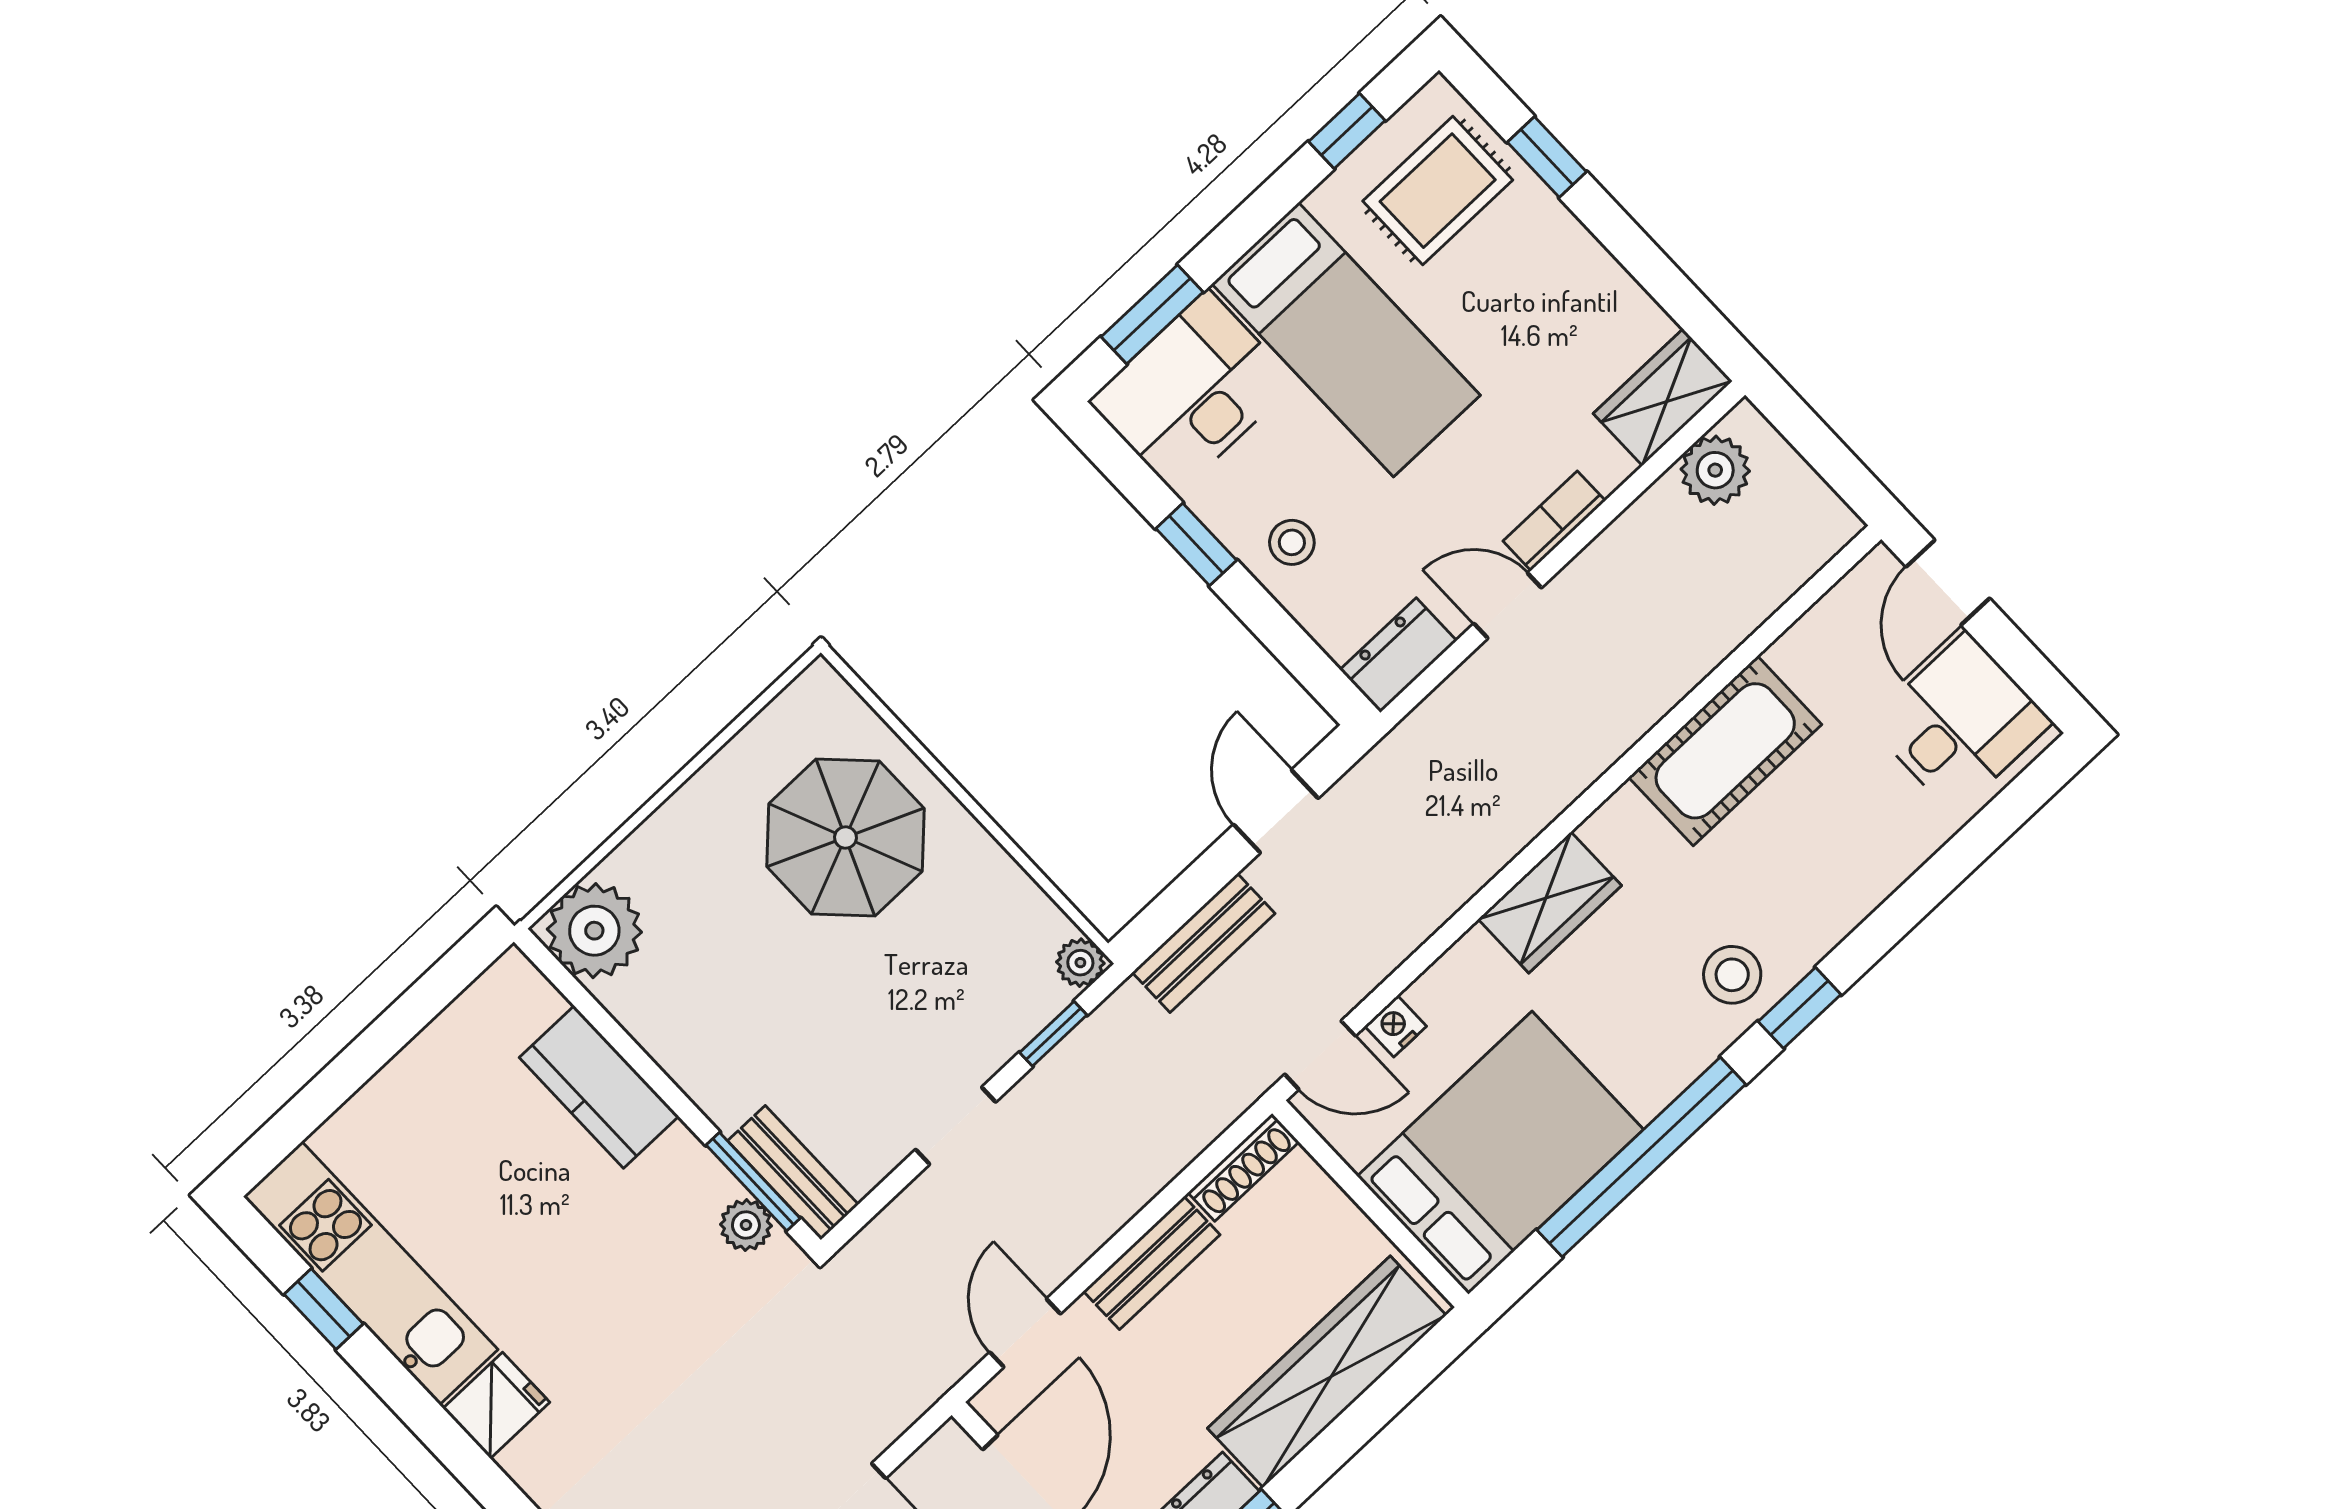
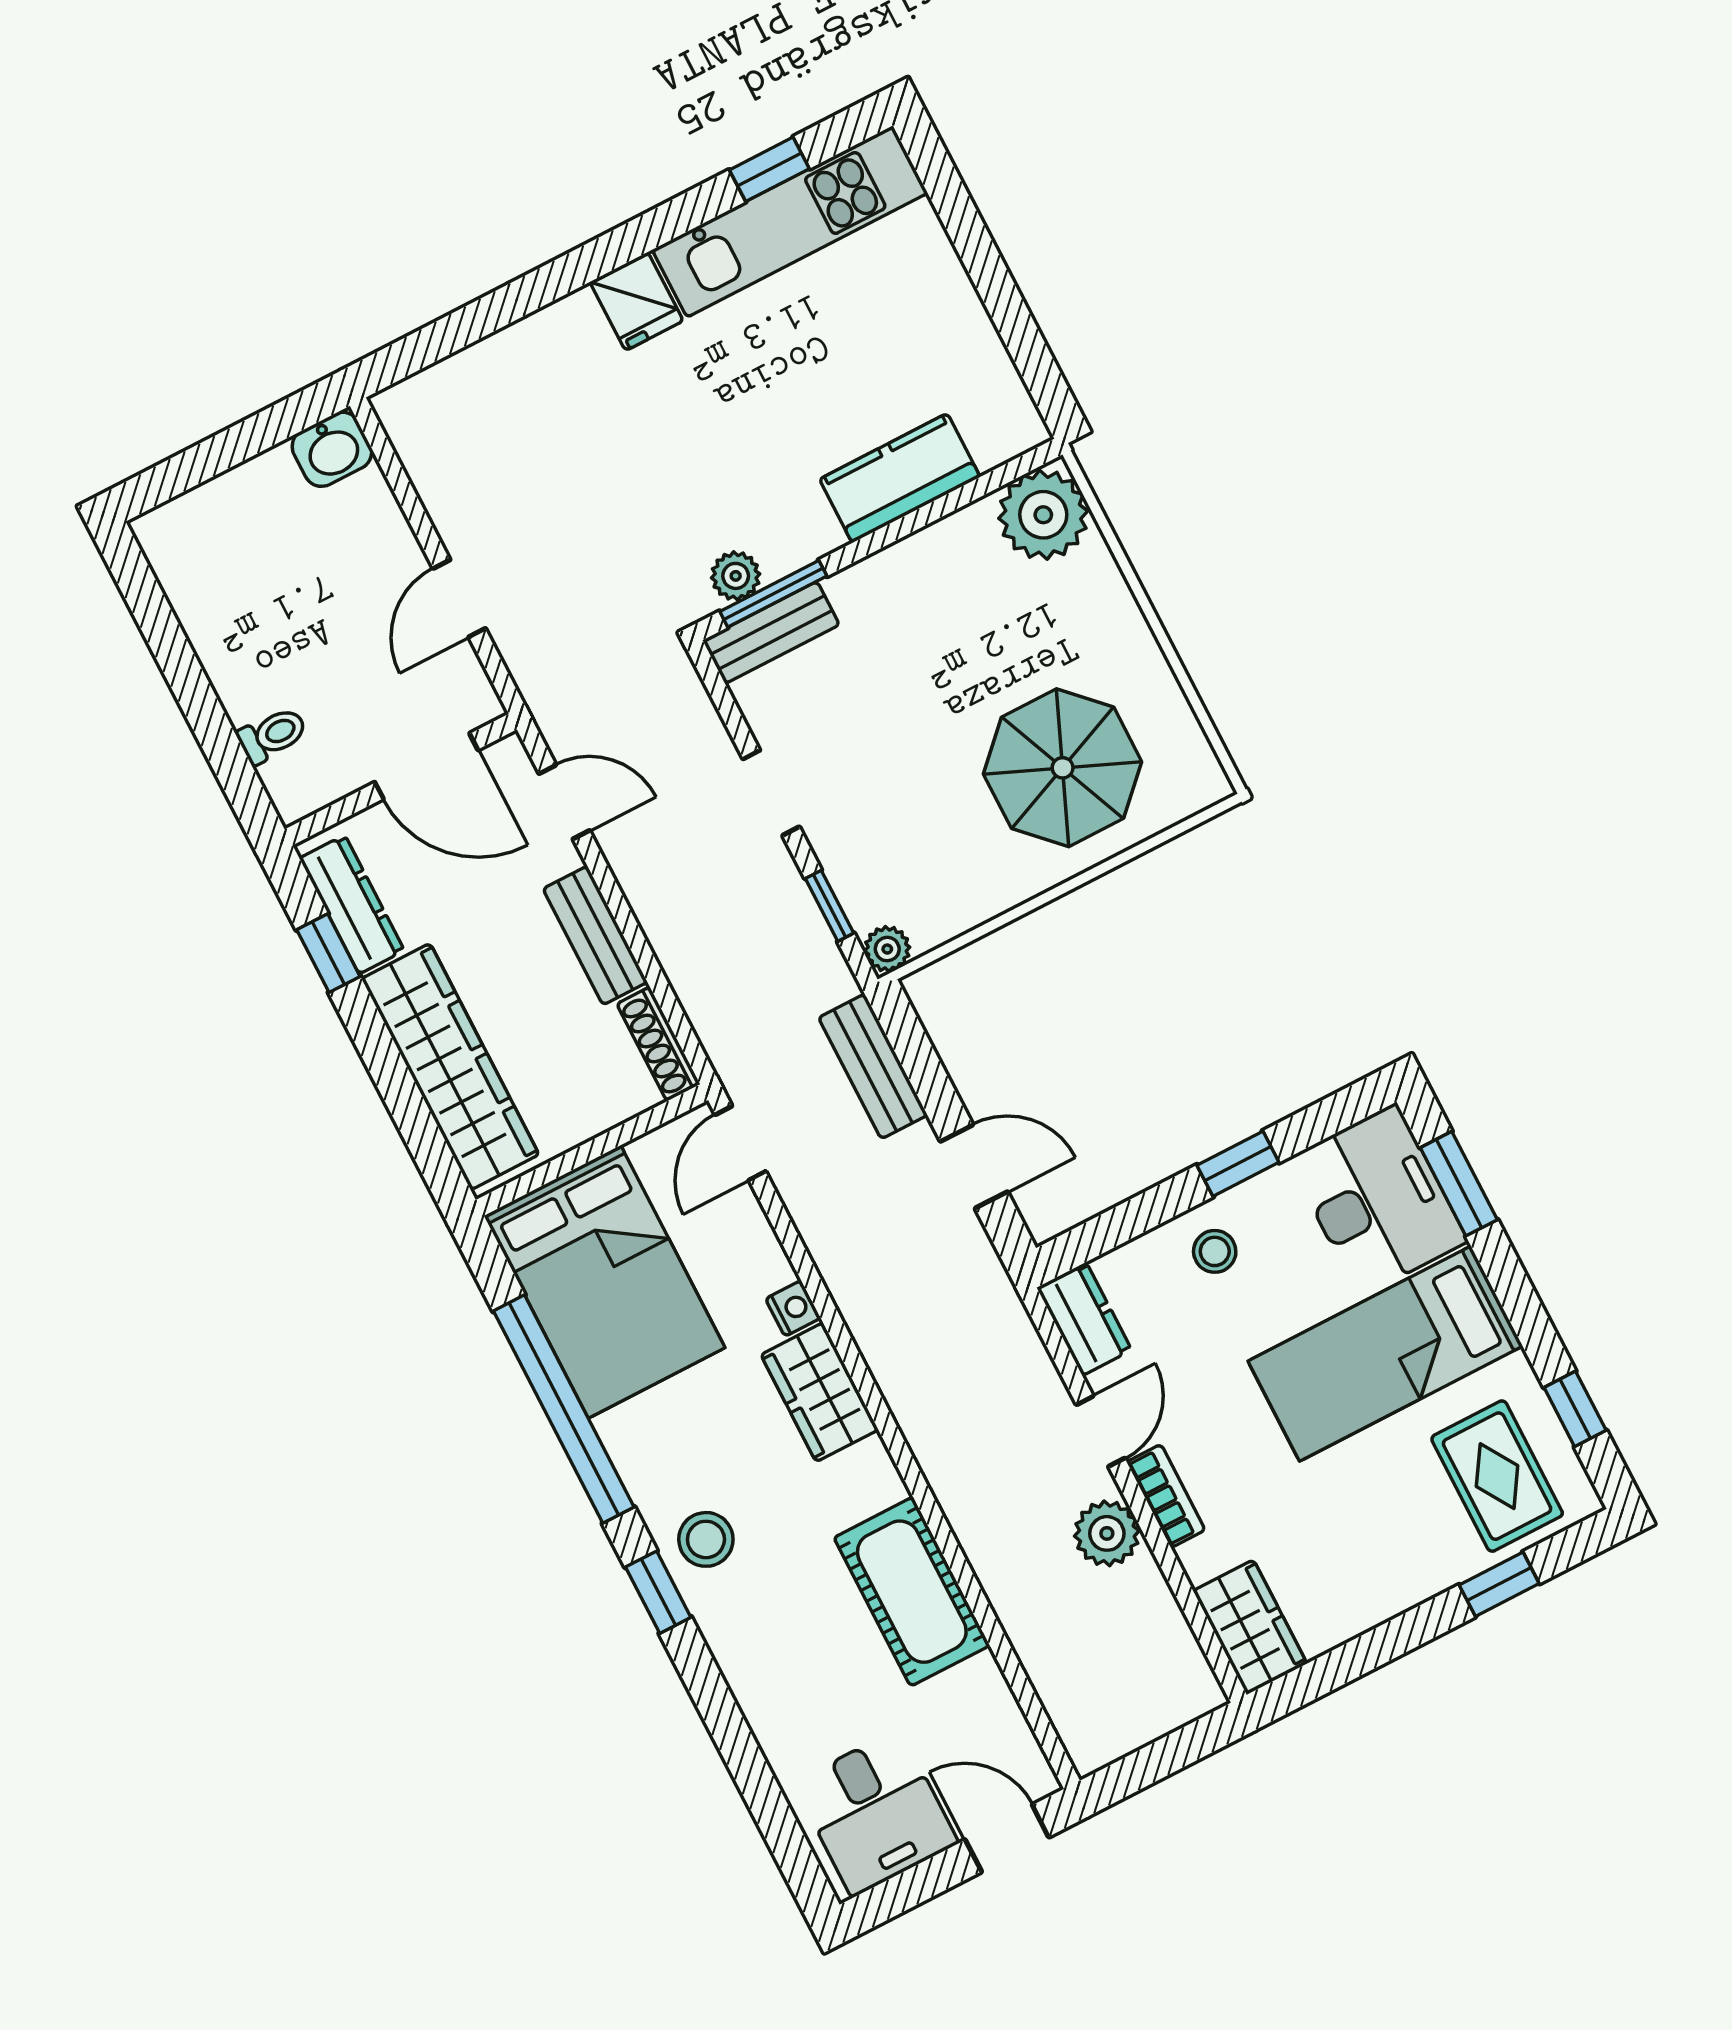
plant: (1715, 470) -> (1107, 1533), moved
nightstand: (1396, 1026) -> (793, 1308), moved

